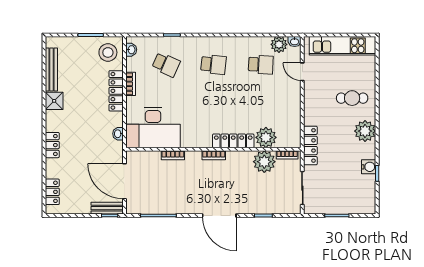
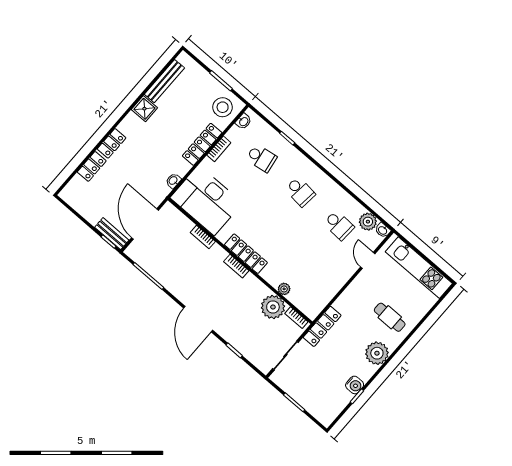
school desk: (166, 65) -> (261, 158), turned -33
plant: (266, 137) -> (284, 289), width x0.53, depth x0.53
locker: (233, 141) -> (246, 254), moved
locker: (52, 192) -> (92, 166), moved

